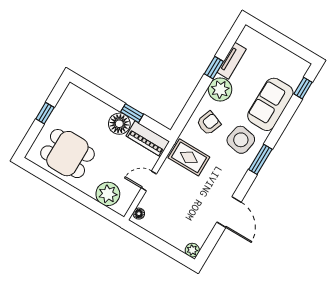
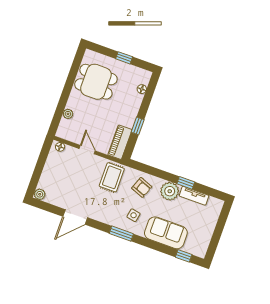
floor lamp: (119, 124) -> (142, 89), moved, width x0.53, depth x0.53
side table: (241, 140) -> (134, 215), width x0.54, depth x0.54
dining table: (67, 154) -> (96, 82), turned 90
plant: (108, 194) -> (68, 114), width x0.53, depth x0.53

